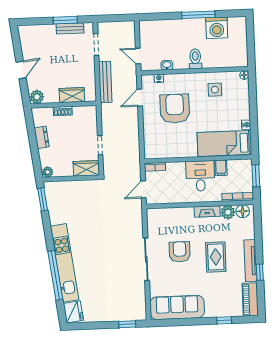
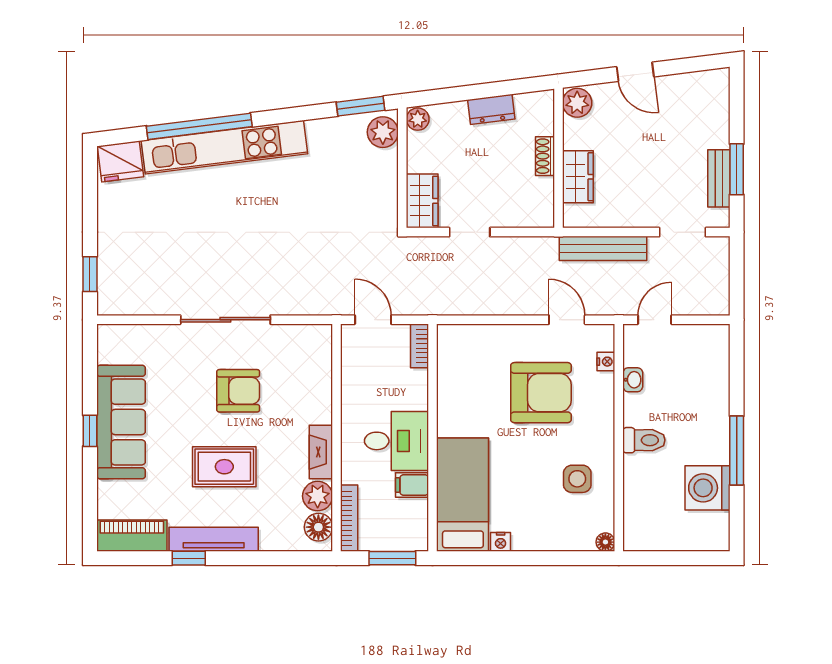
plant: (54, 188) -> (383, 132), added
sofa: (177, 307) -> (121, 422), moved
window: (224, 320) -> (90, 431), moved

